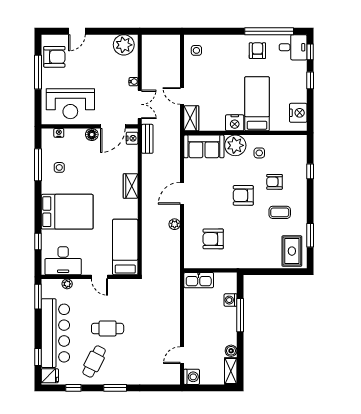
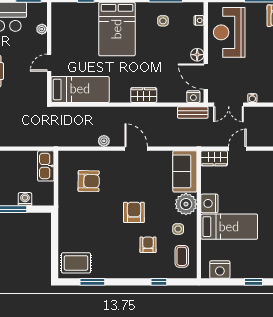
coffee table: (280, 212) -> (182, 256), moved
armchair: (213, 239) -> (89, 181), turned 91
desk: (63, 261) -> (66, 25), removed

